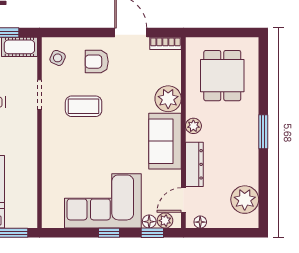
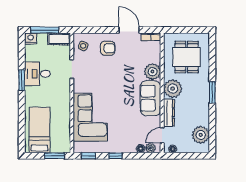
armchair: (97, 62) -> (108, 48), turned 180
coffee table: (84, 106) -> (99, 76), removed
plant: (193, 126) -> (173, 89), width x1.88, depth x1.88
corner sofa: (103, 201) -> (90, 117), moved, turned 90
window: (152, 233) -> (88, 156), moved

